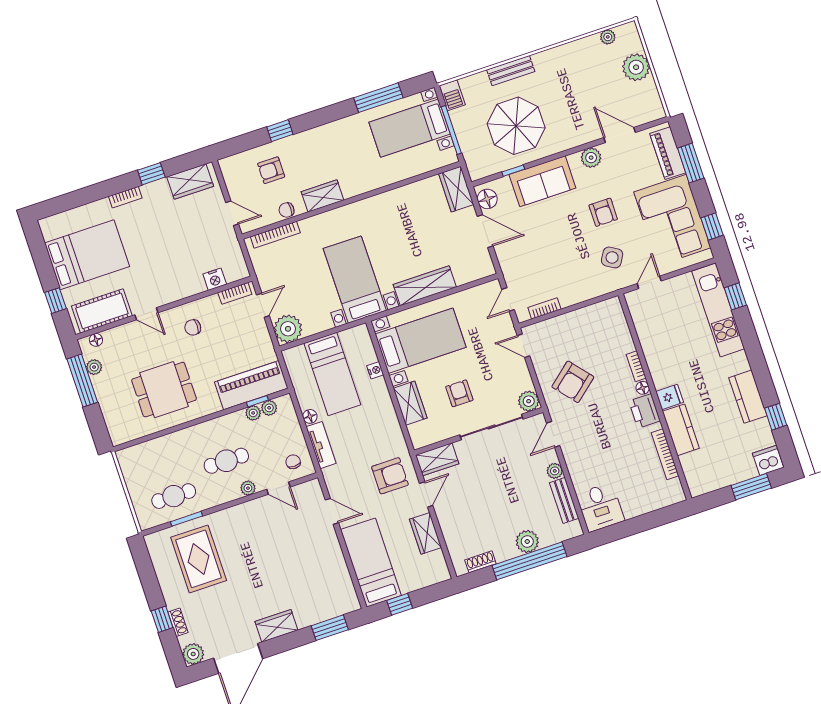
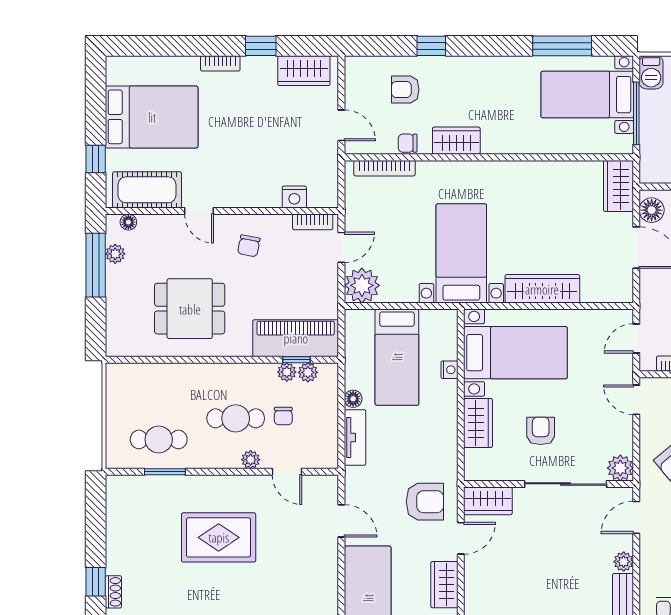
chair: (193, 327) -> (249, 246), turned -79
chair: (293, 462) -> (283, 416), moved, turned 180
rug: (199, 559) -> (219, 537), moved, turned 90

